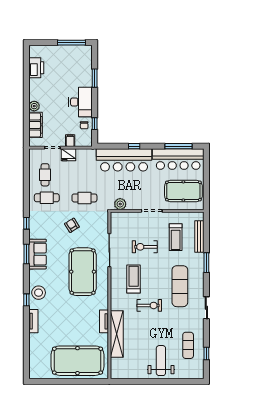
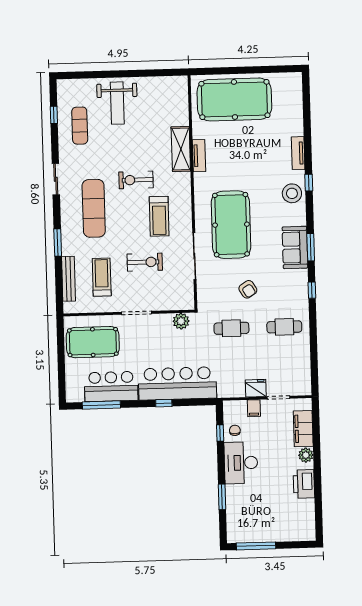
printer: (36, 68) -> (304, 484), moved
bar counter: (178, 159) -> (111, 386), width x0.73
cafe table: (45, 175) -> (288, 359), removed
shelving: (117, 334) -> (181, 149), width x0.68

